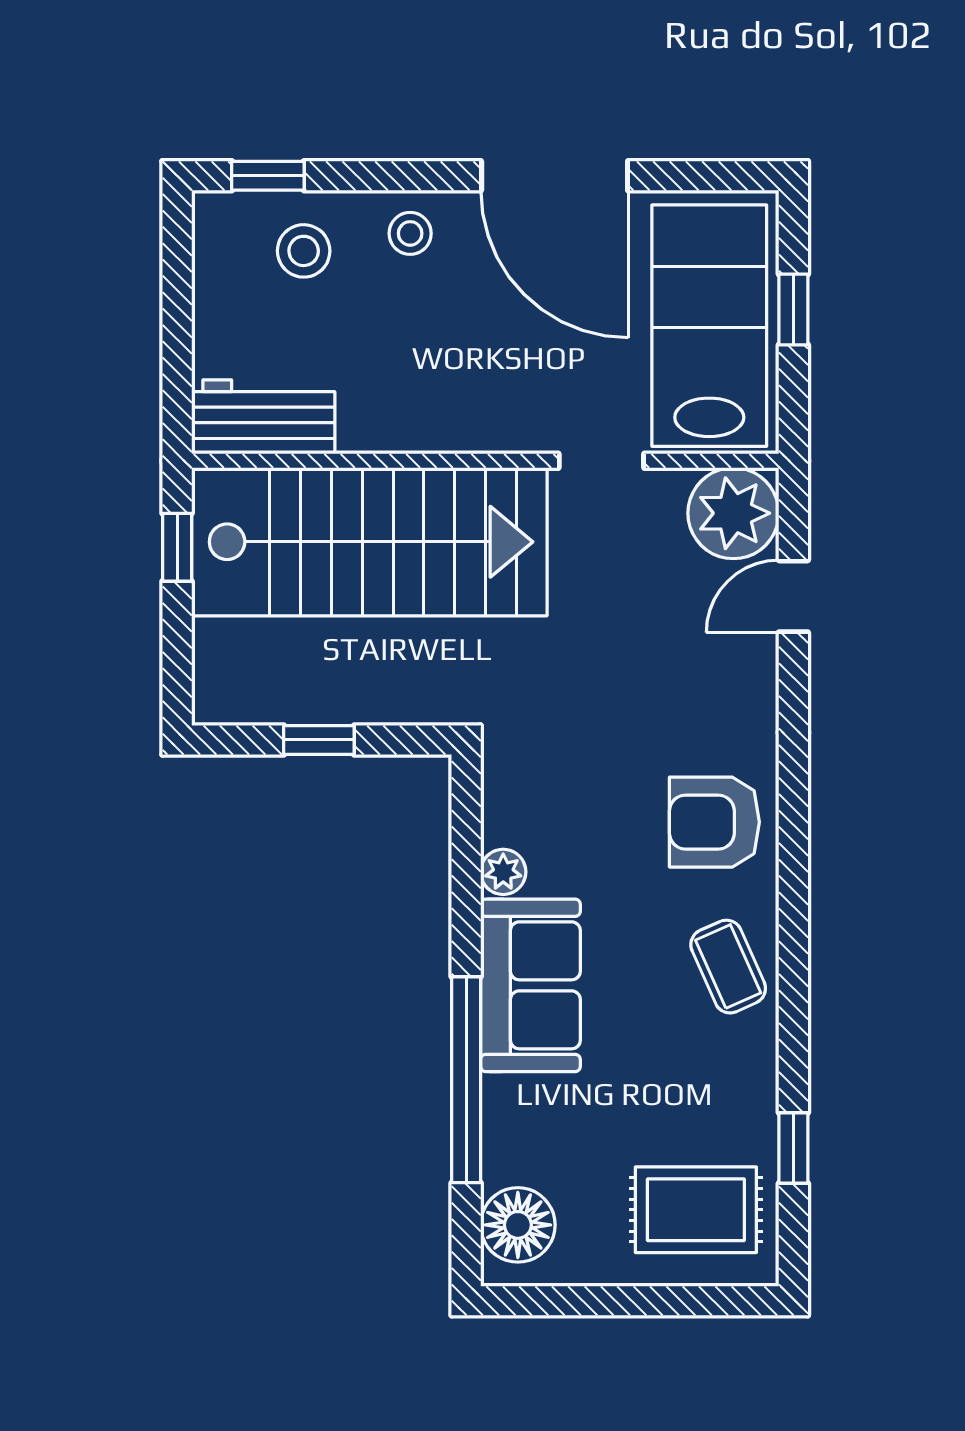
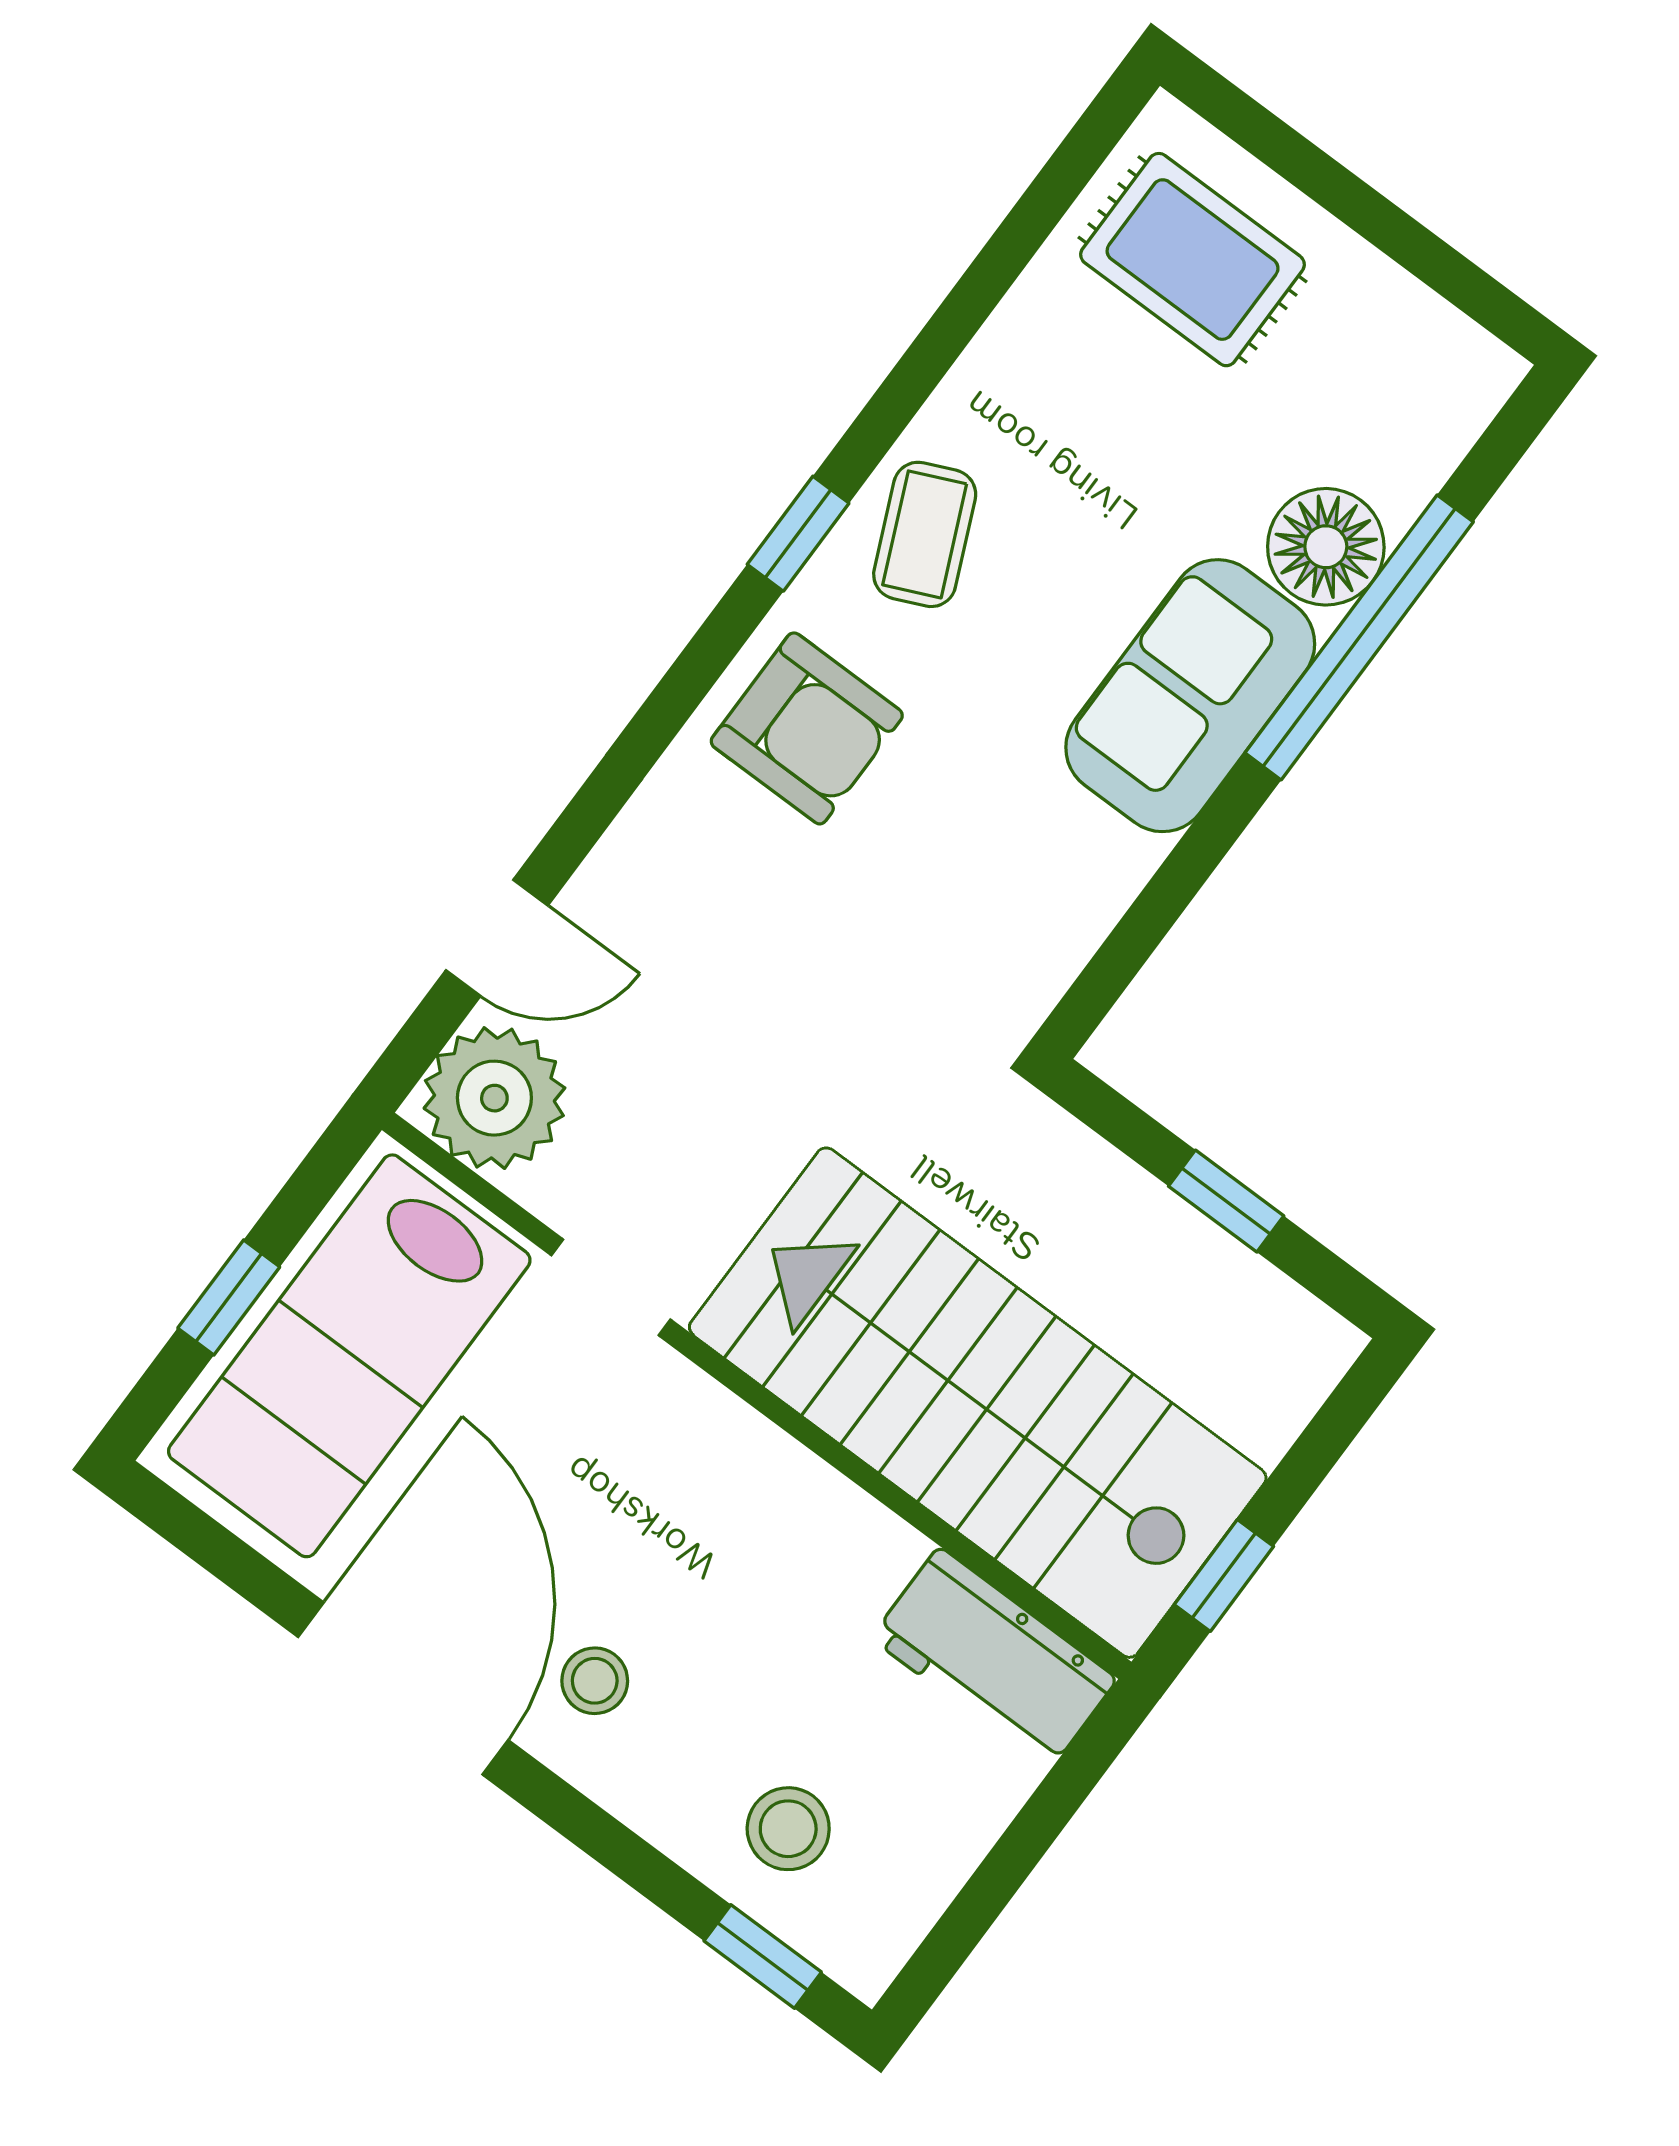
stool: (410, 233) -> (595, 1681), moved
plant: (503, 872) -> (1118, 863), removed
window: (793, 1148) -> (798, 534), moved
floor lamp: (518, 1225) -> (1326, 547), moved

